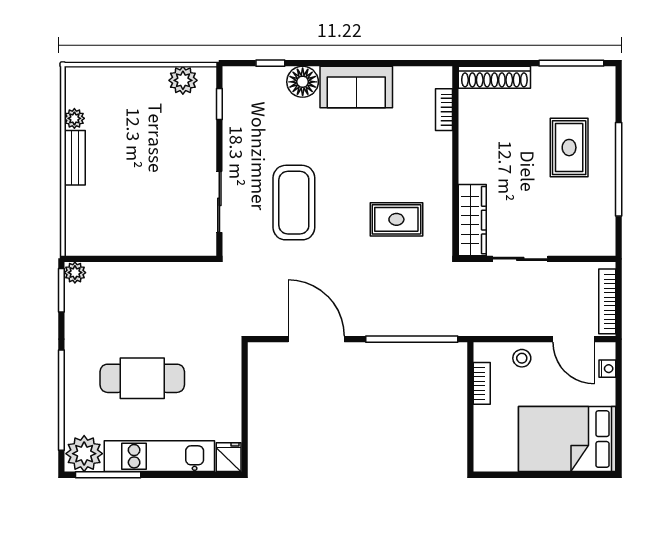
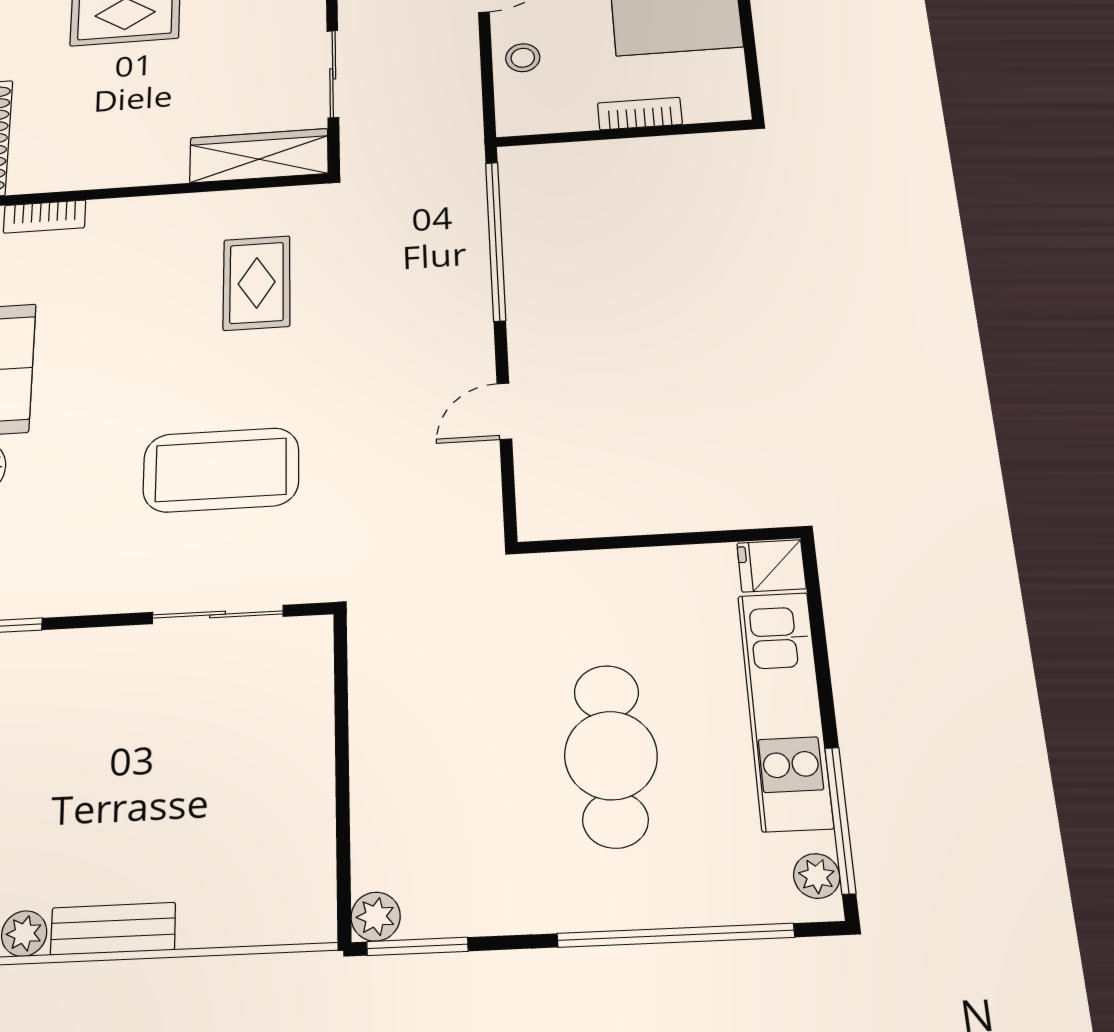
door: (316, 339) -> (504, 411), width x0.53
bookcase: (482, 383) -> (640, 114), moved
plant: (84, 454) -> (817, 876), width x0.53, depth x0.53

